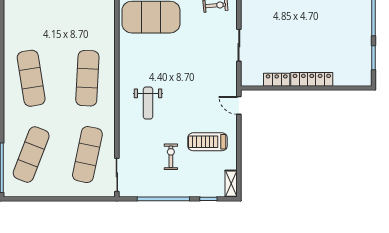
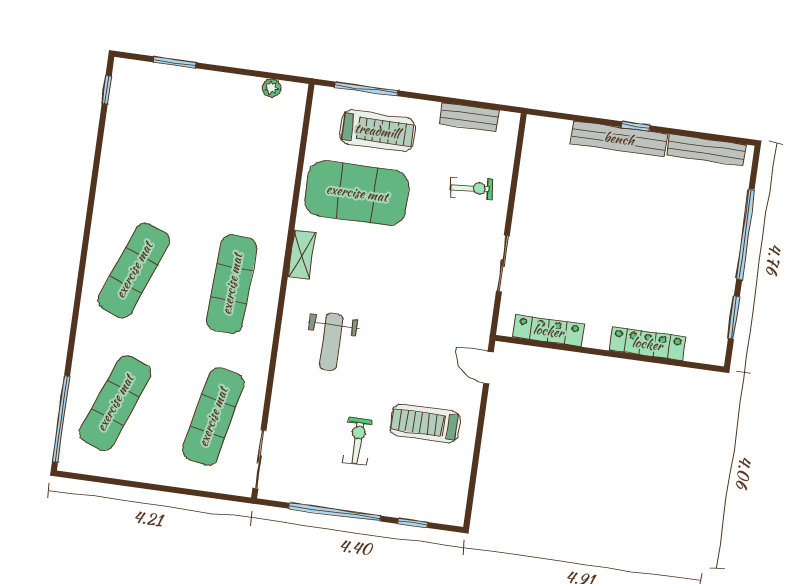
exercise mat: (31, 78) -> (134, 270), turned 30
locker: (312, 79) -> (647, 344), moved
locker: (277, 80) -> (548, 331), width x1.53
shelving: (231, 184) -> (302, 255), moved

